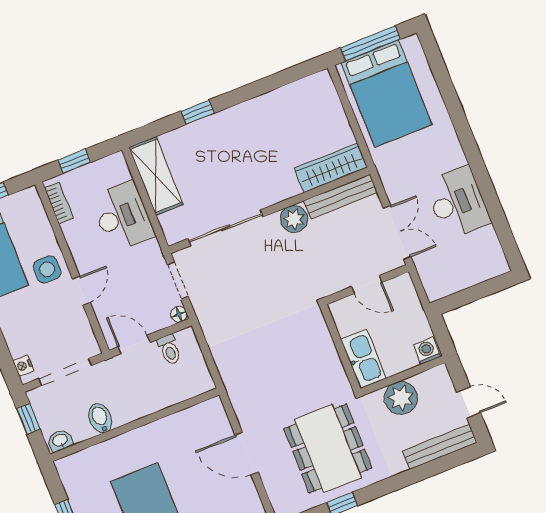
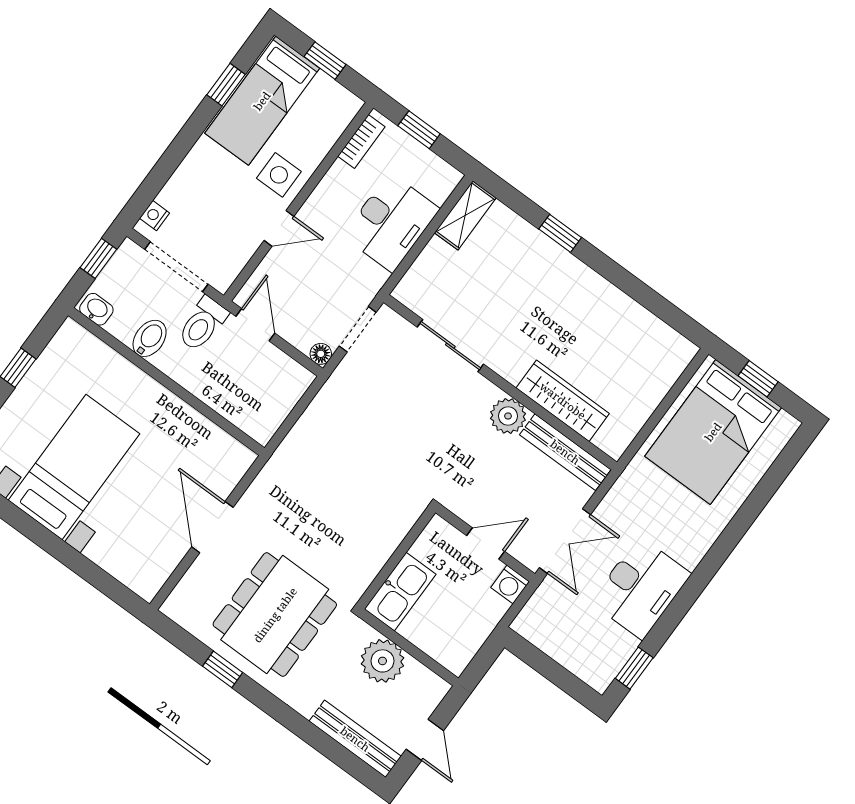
window: (370, 43) -> (758, 379), width x0.46
wardrobe: (331, 168) -> (563, 401), moved
shelving: (156, 176) -> (465, 215), width x0.67, depth x0.75
sliding door: (226, 228) -> (450, 346), width x0.73
window: (507, 239) -> (634, 668), added
door: (367, 285) -> (486, 544), swing flipped
toilet: (169, 350) -> (203, 324), moved, width x1.37, depth x1.39
washing machine: (427, 351) -> (510, 585), moved, turned 180

